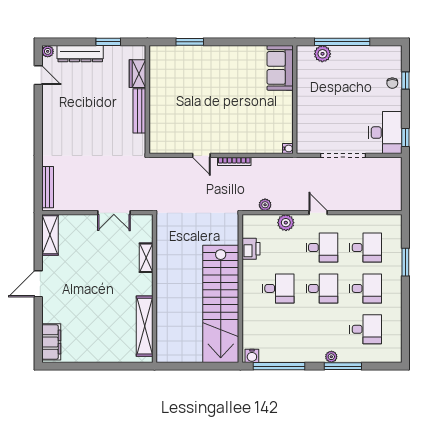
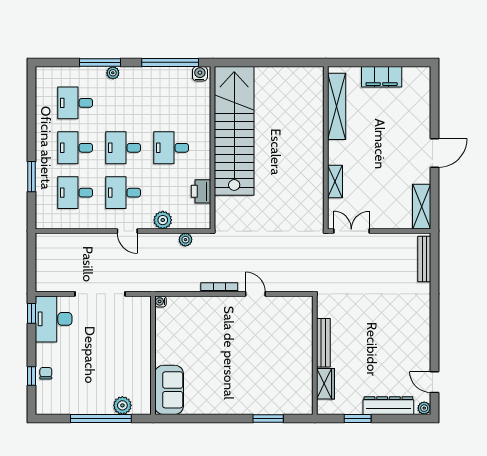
shelving: (146, 258) -> (335, 181), moved
wall: (155, 288) -> (326, 148), moved
shelving: (145, 326) -> (337, 106), moved
filing cabinet: (51, 342) -> (382, 77), moved, turned -90

